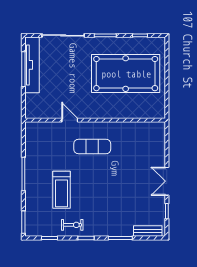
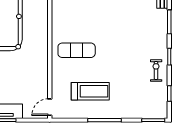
door: (70, 120) -> (50, 107), moved
exercise mat: (92, 147) -> (77, 50), turned 90
treadmill: (62, 190) -> (90, 91), moved

